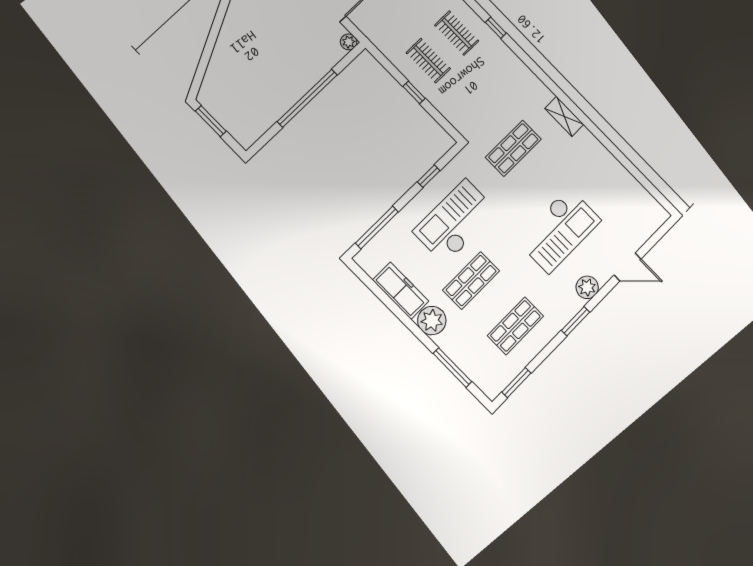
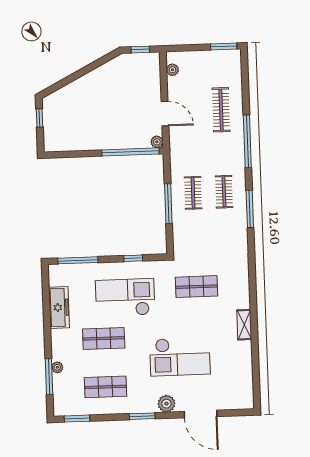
window: (496, 28) -> (250, 209), width x2.17
window: (414, 92) -> (168, 204), width x2.17
window: (307, 98) -> (130, 152), moved
shelving: (564, 116) -> (244, 325), moved
window: (211, 121) -> (39, 118), width x0.67
door: (628, 267) -> (201, 414), width x1.36
plant: (432, 321) -> (57, 367), moved, width x0.53, depth x0.53

